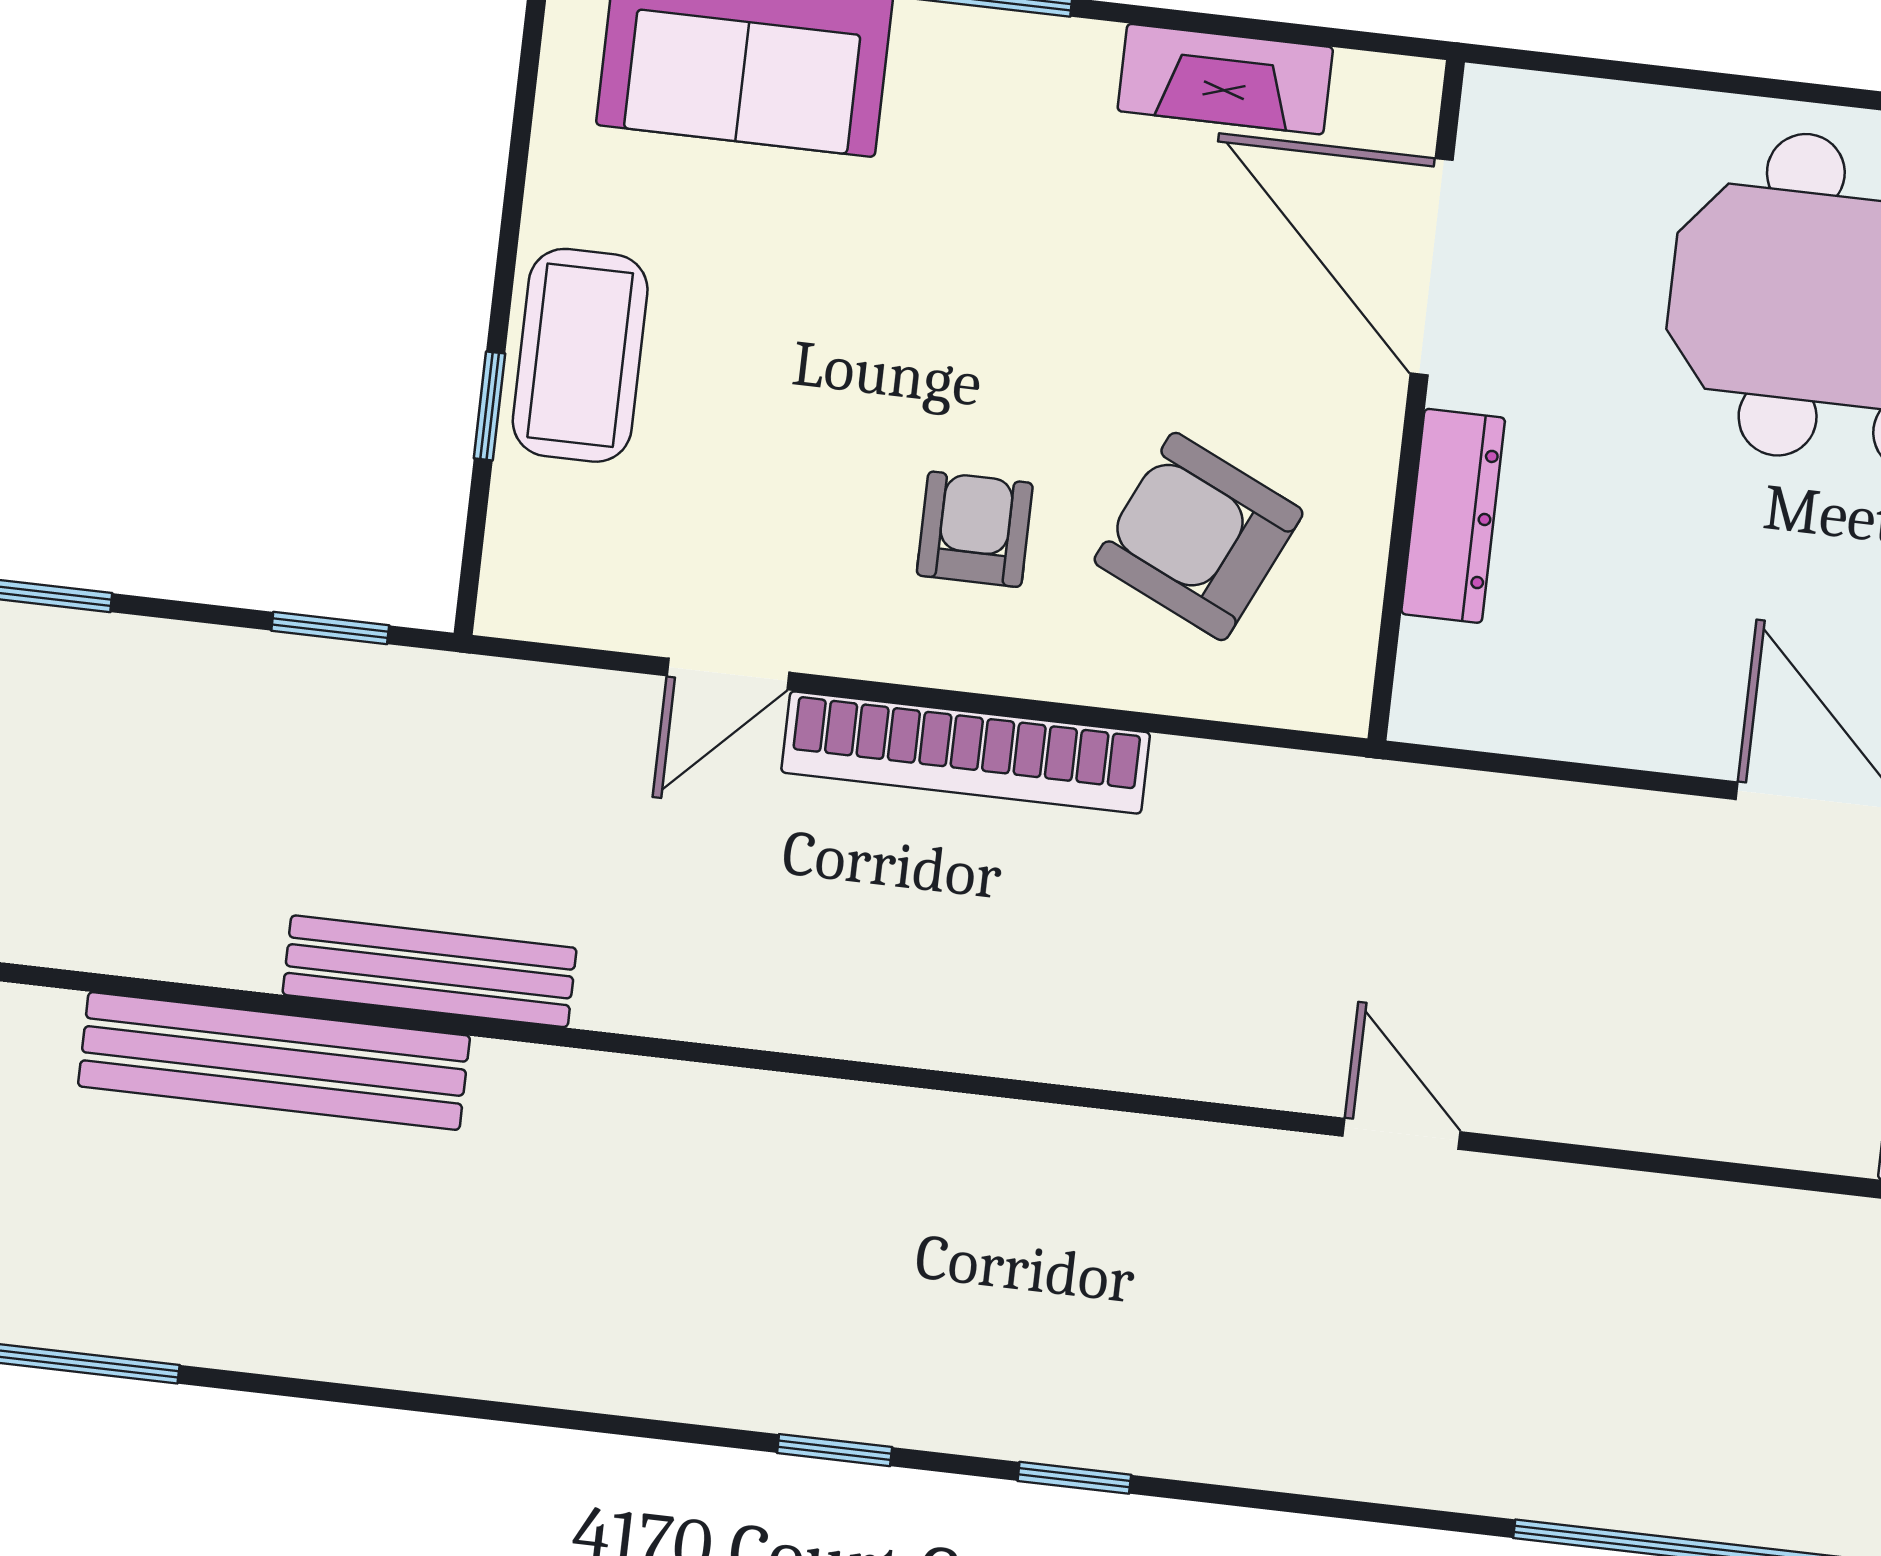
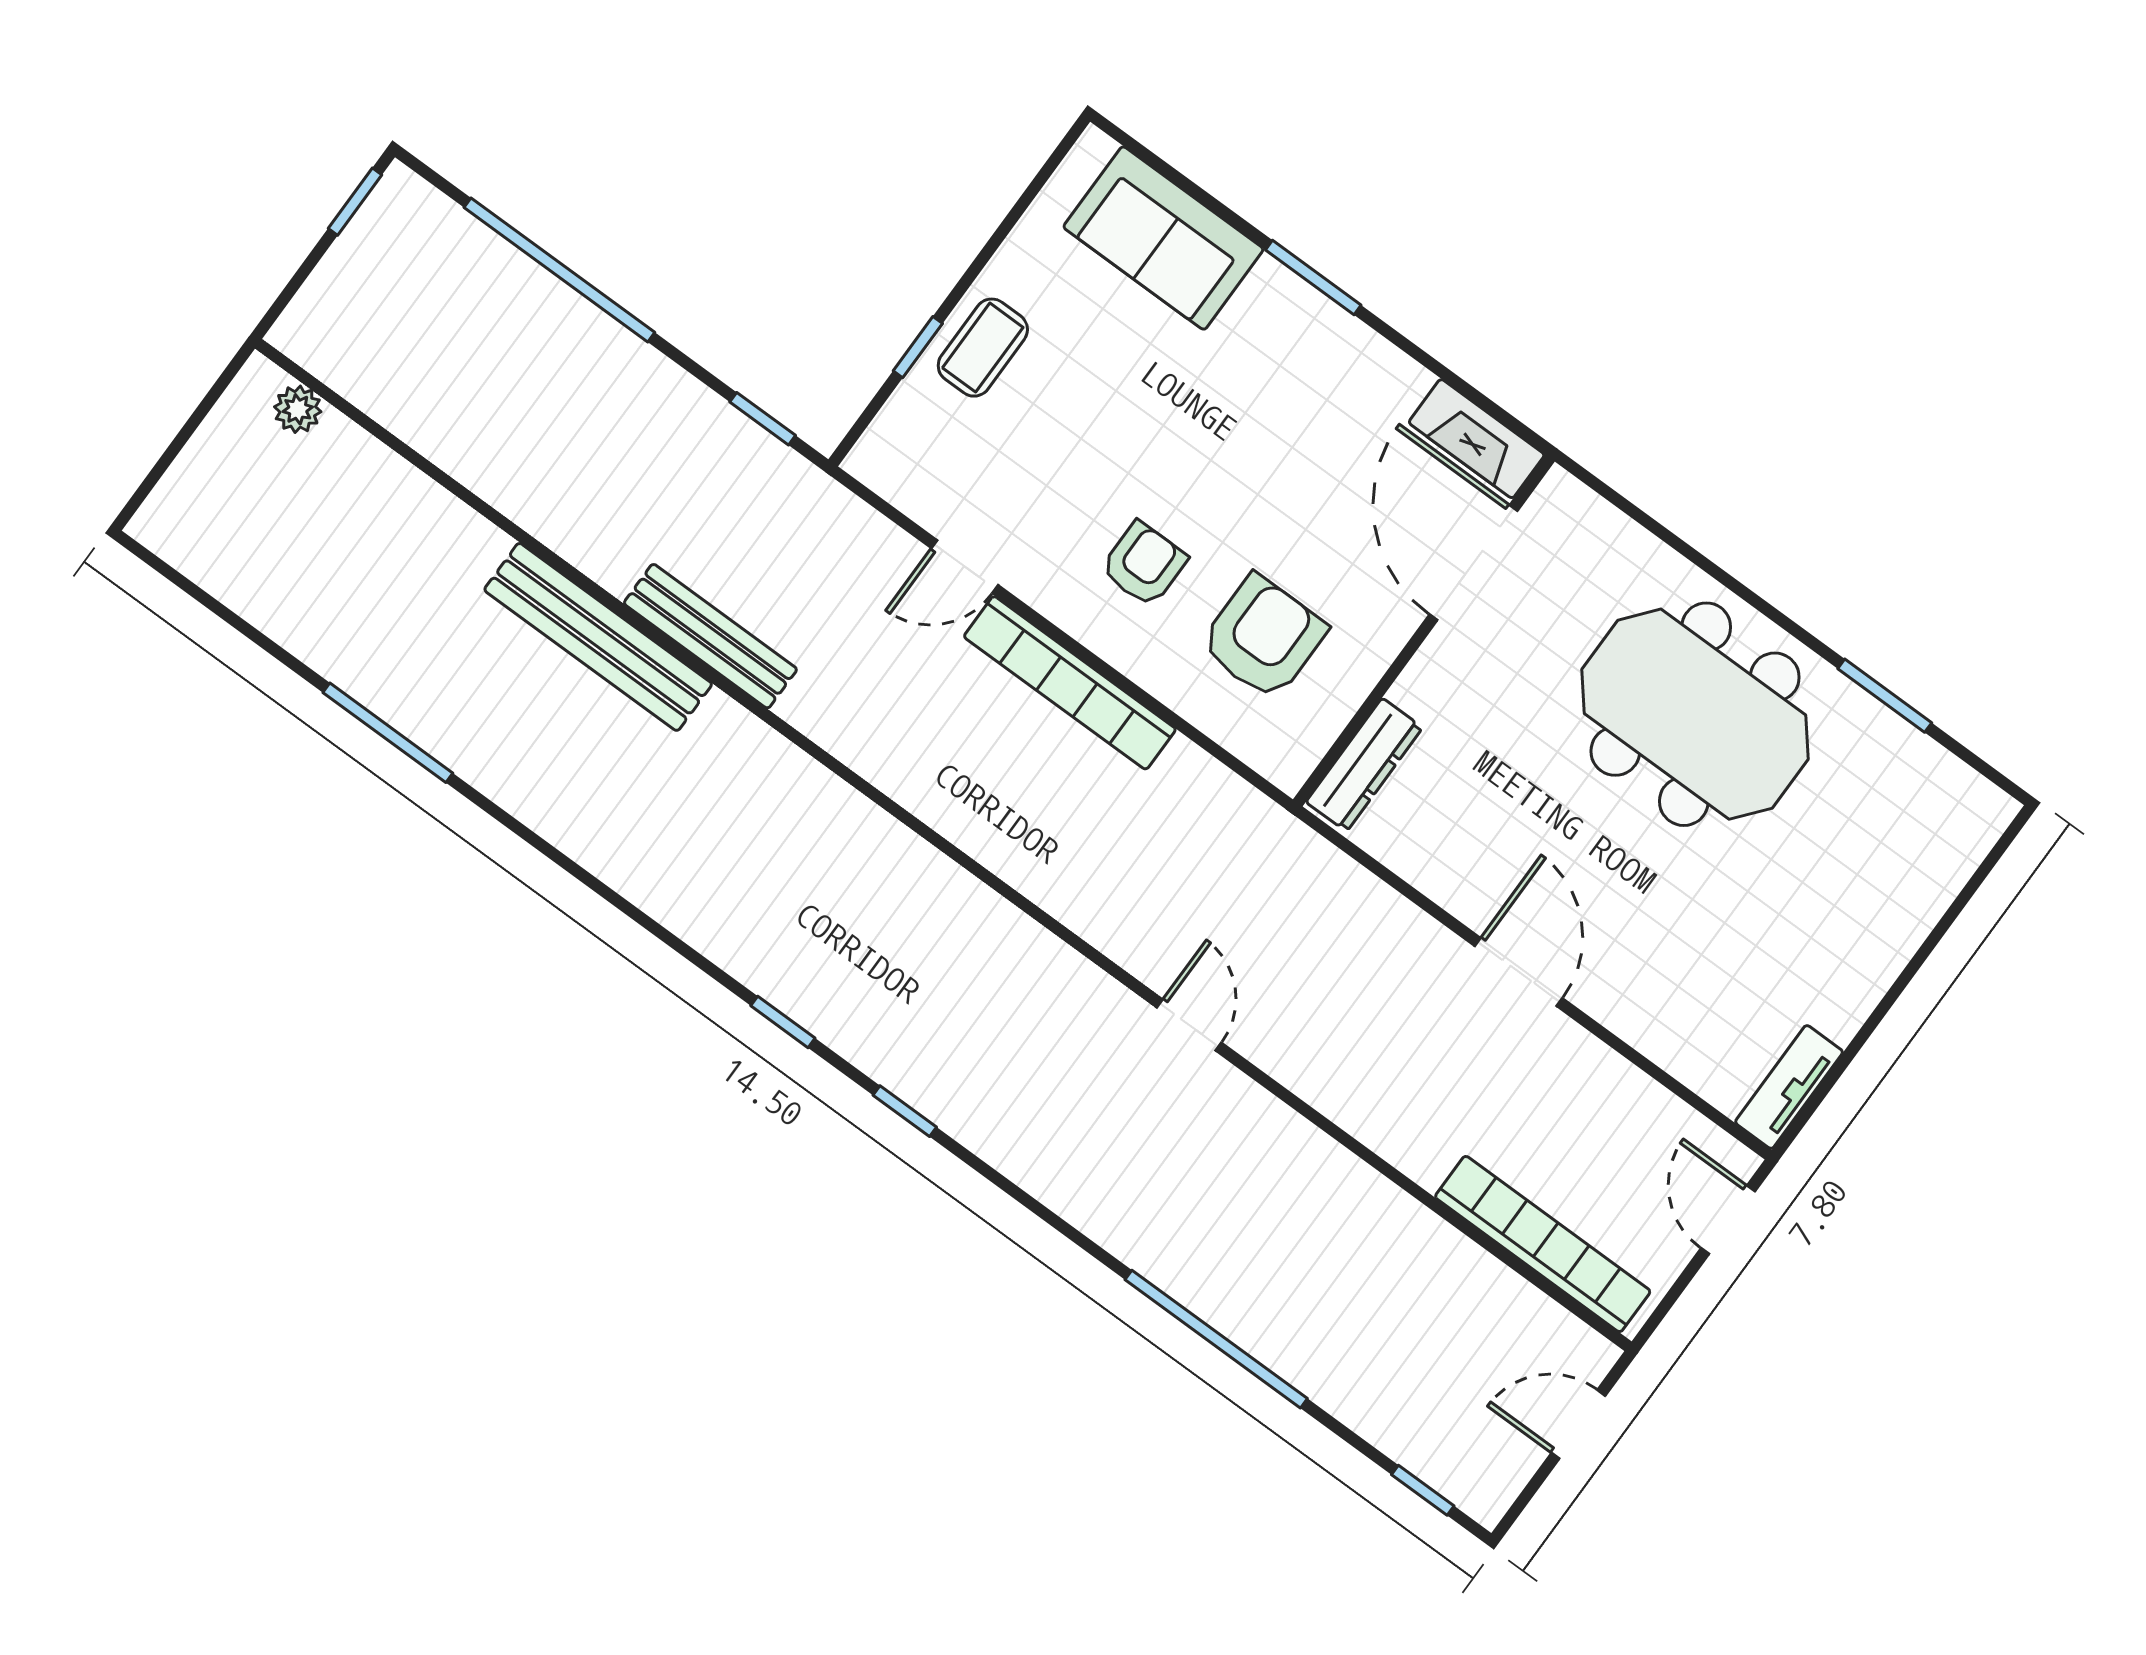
fireplace: (1225, 79) -> (1477, 439), moved
coffee table: (580, 355) -> (983, 348), width x0.73, depth x0.77
dresser: (1453, 516) -> (1364, 765), moved
armchair: (1199, 536) -> (1263, 637), turned 65

